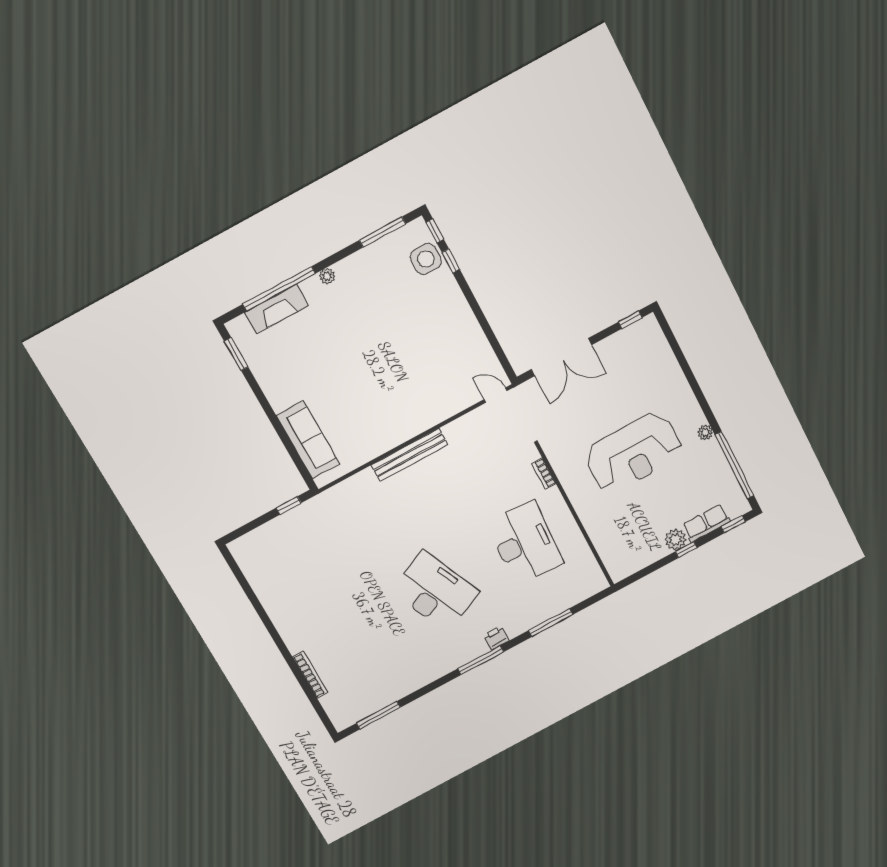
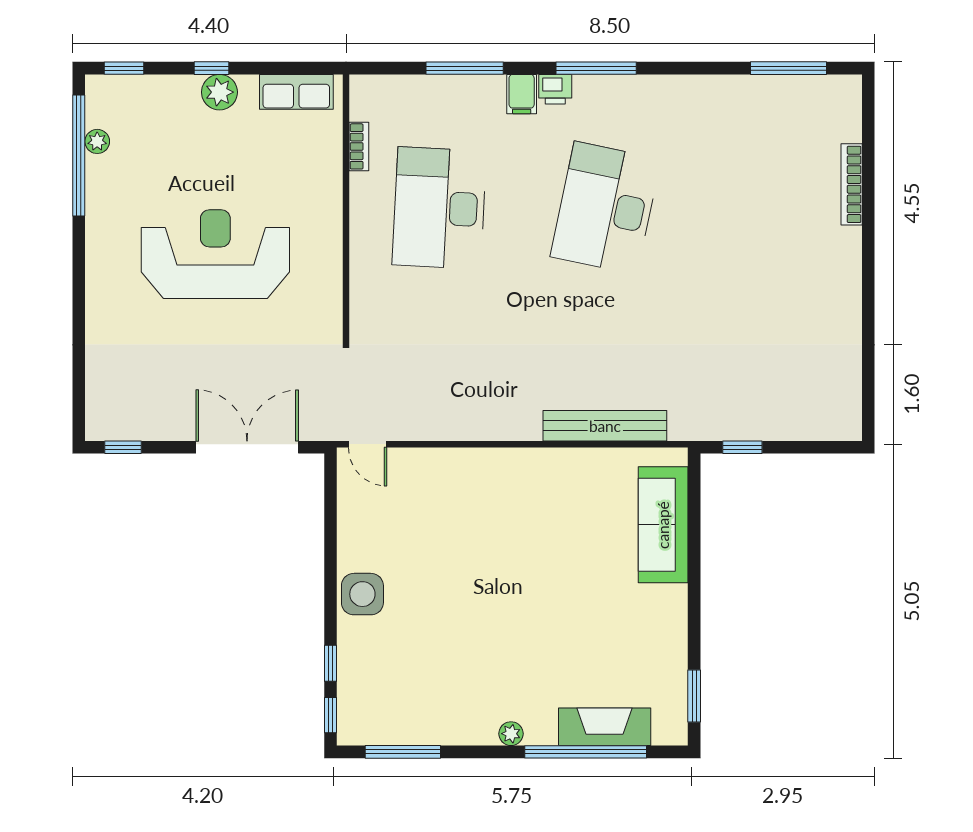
side table: (426, 259) -> (362, 594), moved
plant: (705, 432) -> (97, 141), moved
bench: (409, 455) -> (605, 426), moved
bookcase: (544, 474) -> (359, 146), moved
row of seats: (706, 523) -> (296, 92), moved
desk: (435, 591) -> (606, 208), turned 36
filing cabinet: (513, 626) -> (522, 94), added

